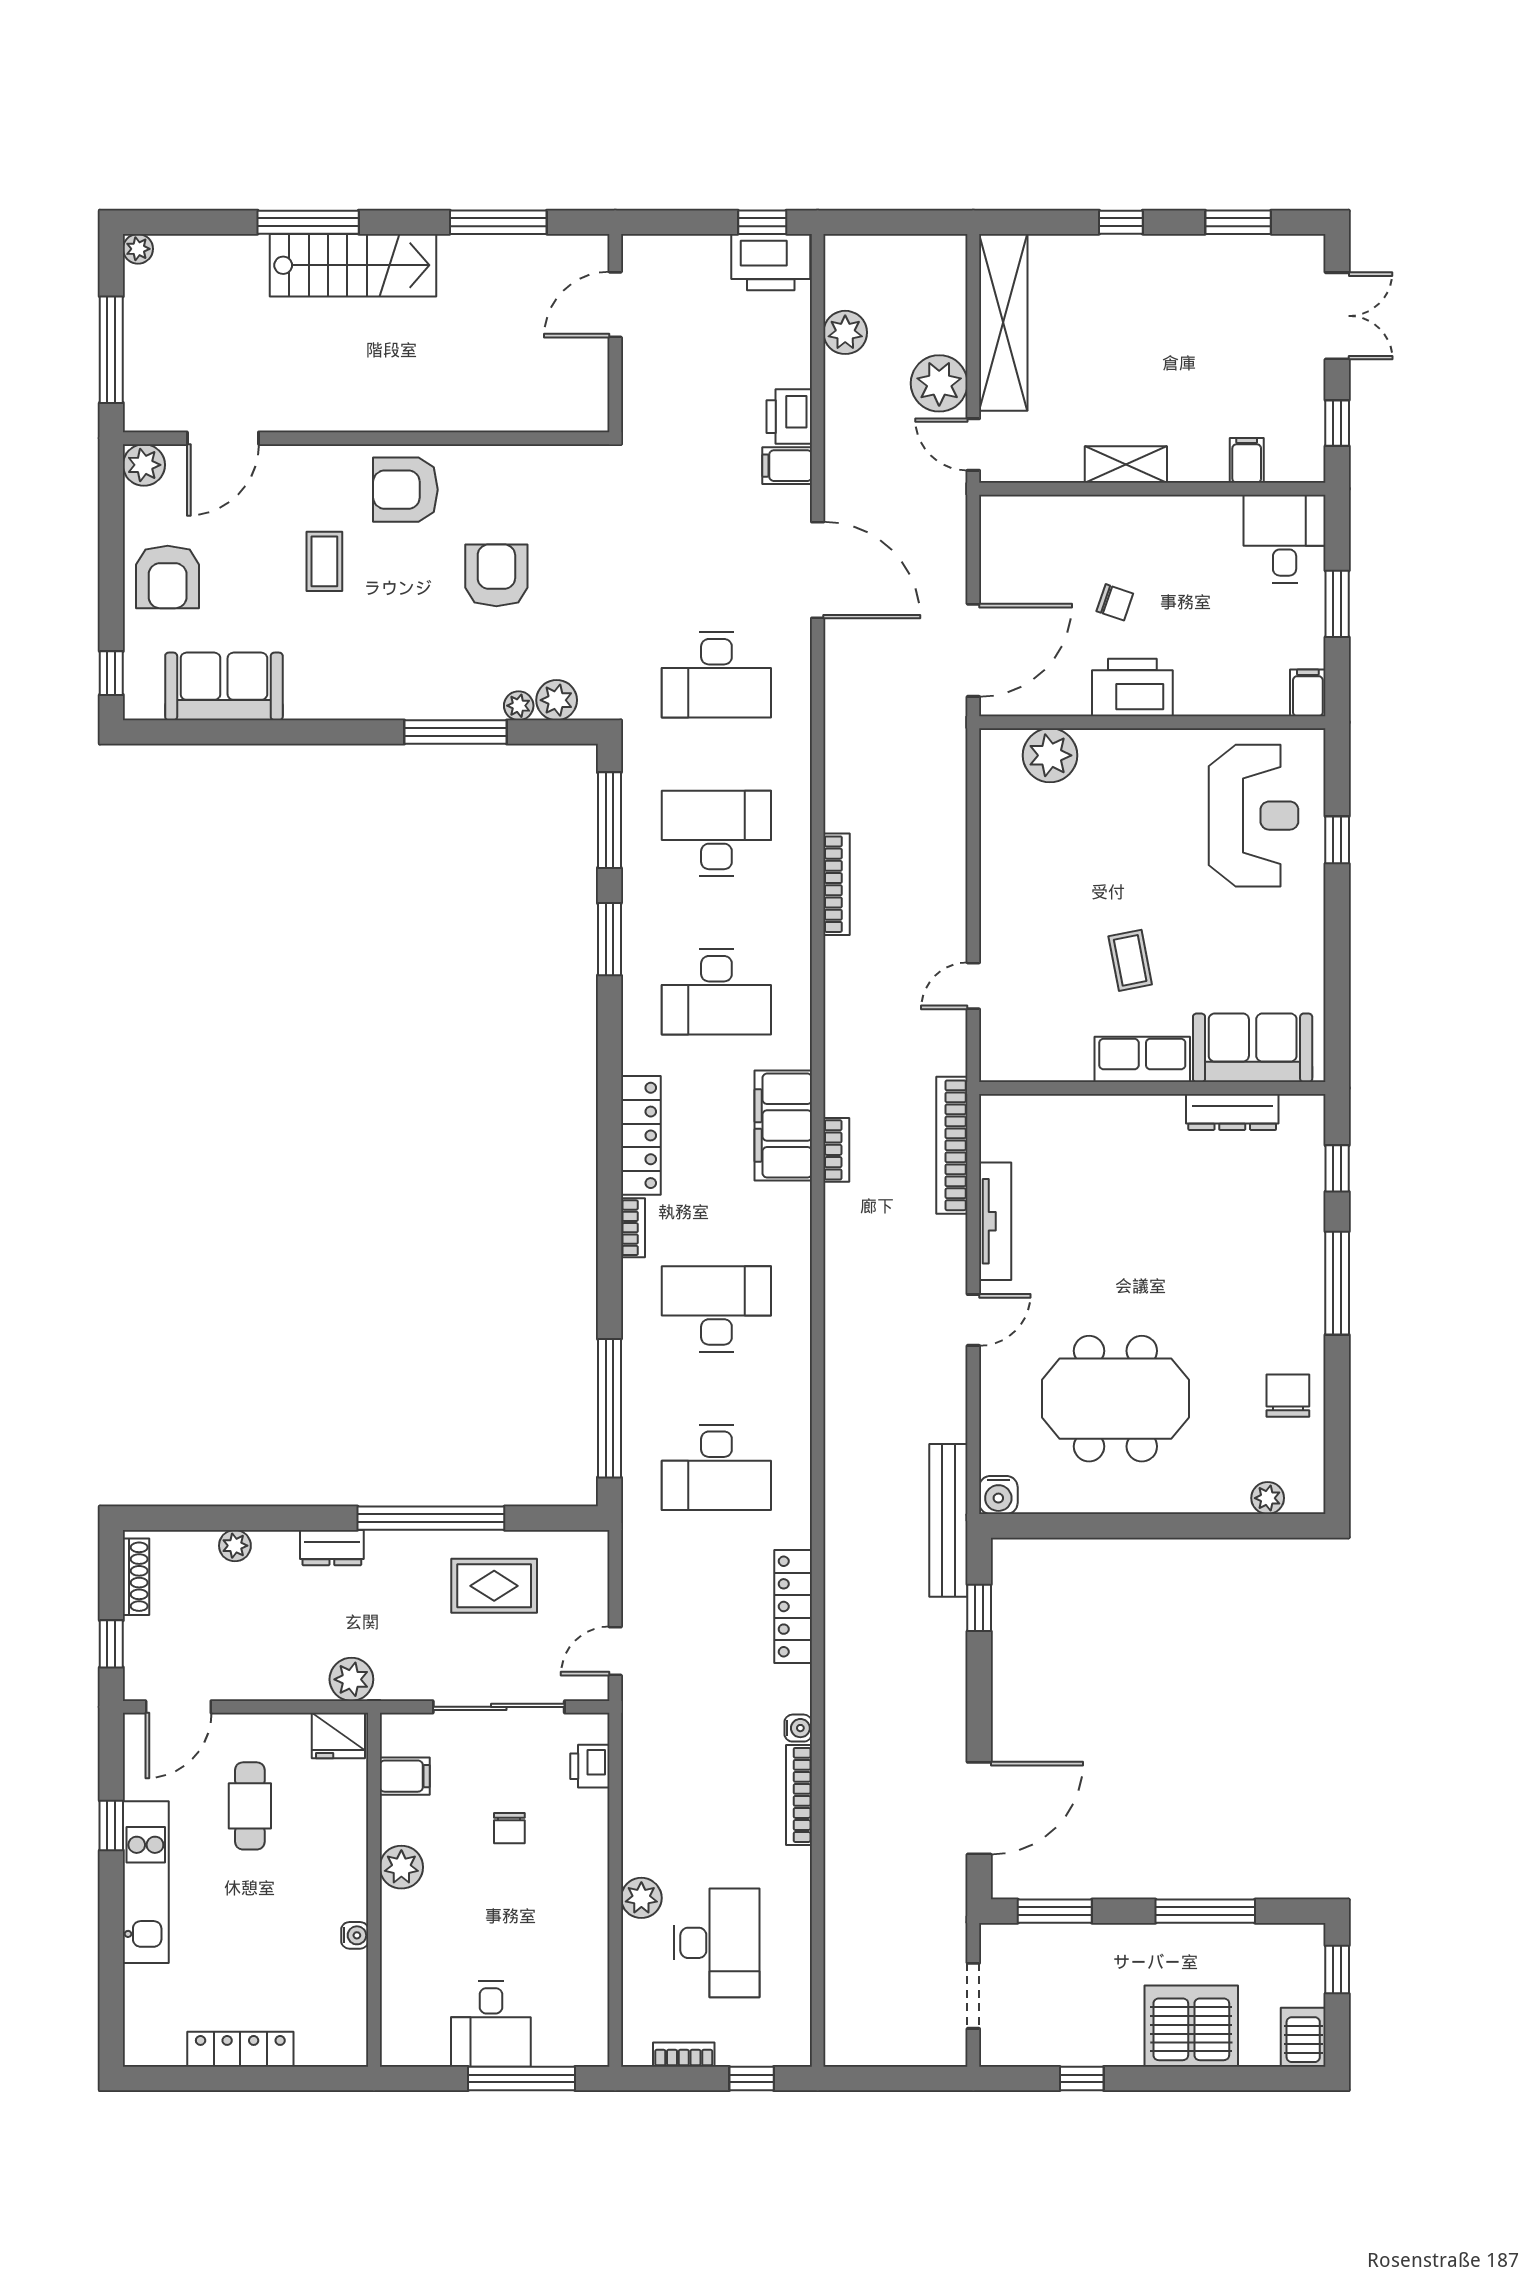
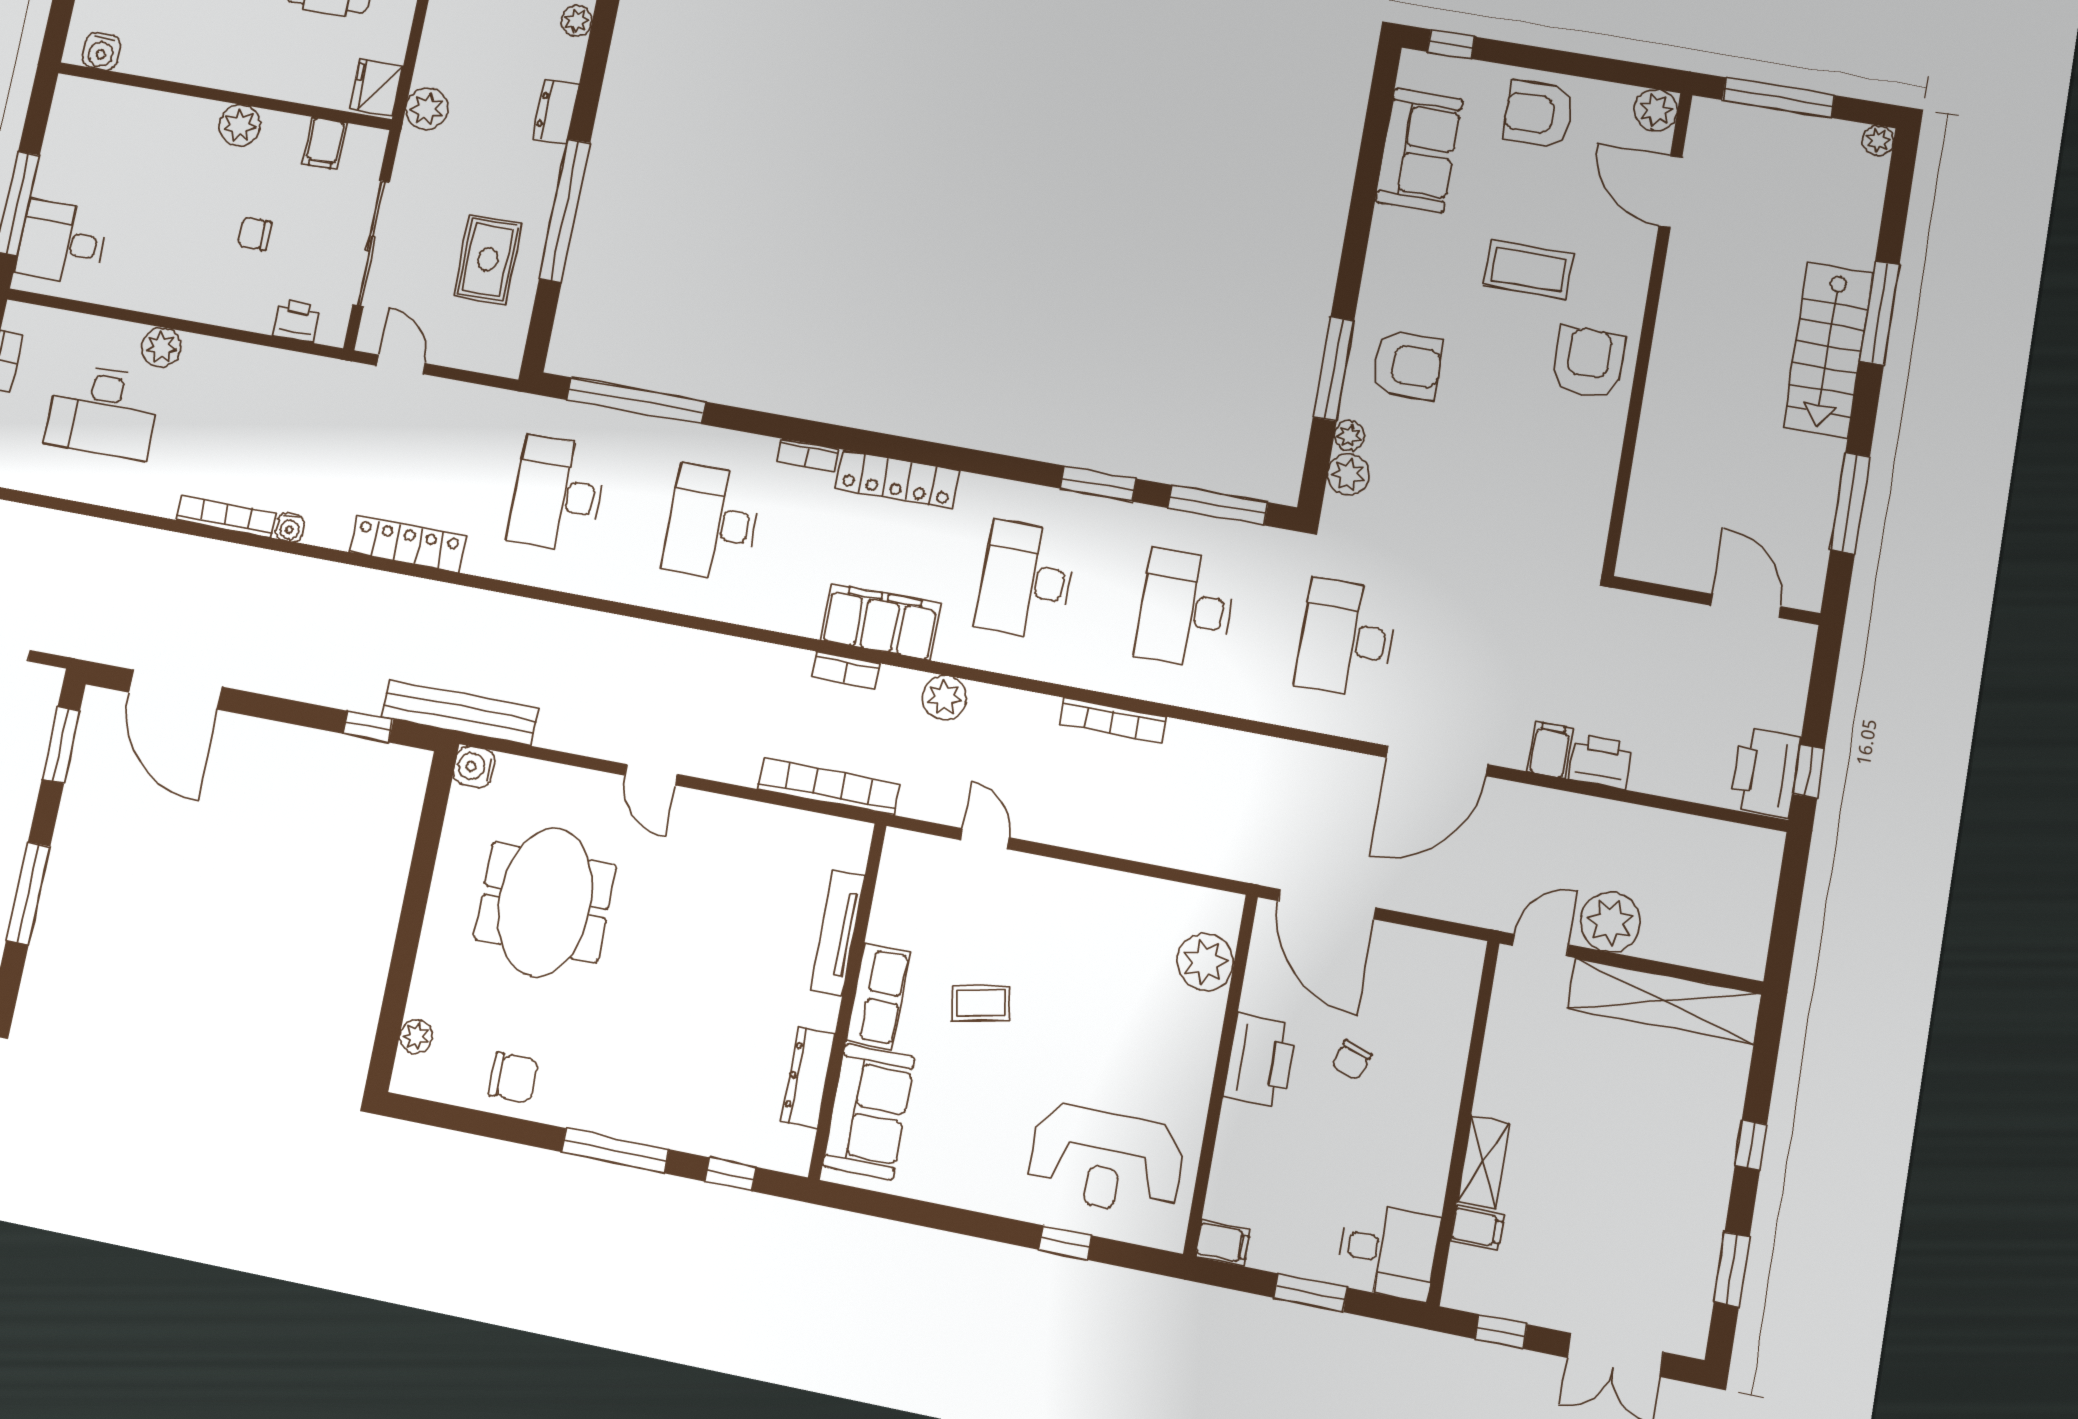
plant: (845, 332) -> (944, 698), moved
shelving: (1126, 464) -> (1483, 1162), moved
coffee table: (324, 561) -> (1529, 270), width x1.36, depth x1.30
armchair: (496, 575) -> (1407, 365), moved
desk: (716, 833) -> (1185, 609), turned 180
tv unit: (995, 1221) -> (837, 933), moved, turned 90
desk: (716, 1309) -> (712, 523), turned 180
water cooler: (355, 1935) -> (101, 51), moved, width x1.38, depth x1.38
desk: (491, 2024) -> (62, 242), moved

